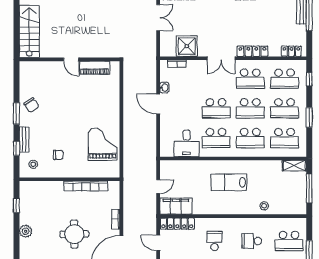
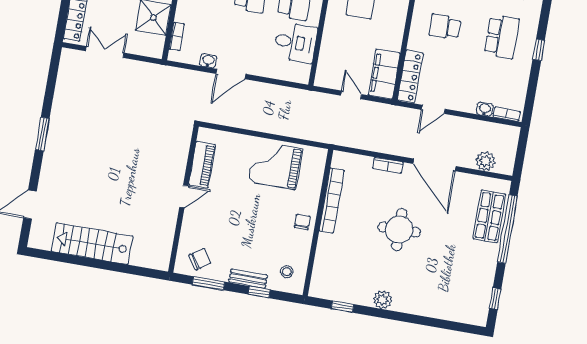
wall: (69, 59) -> (183, 199), moved
door: (71, 59) -> (184, 197), moved
piano: (95, 68) -> (202, 165), moved
chair: (58, 155) -> (302, 222), moved

